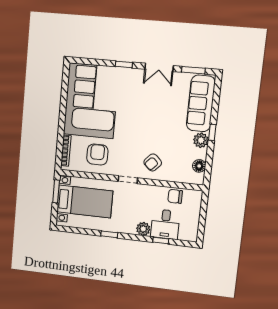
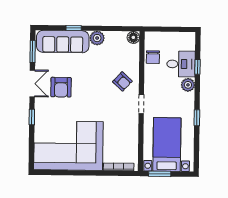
window: (212, 132) -> (74, 28), moved
armchair: (97, 155) -> (61, 87), moved, turned -90
floor lamp: (199, 166) -> (133, 37), moved

